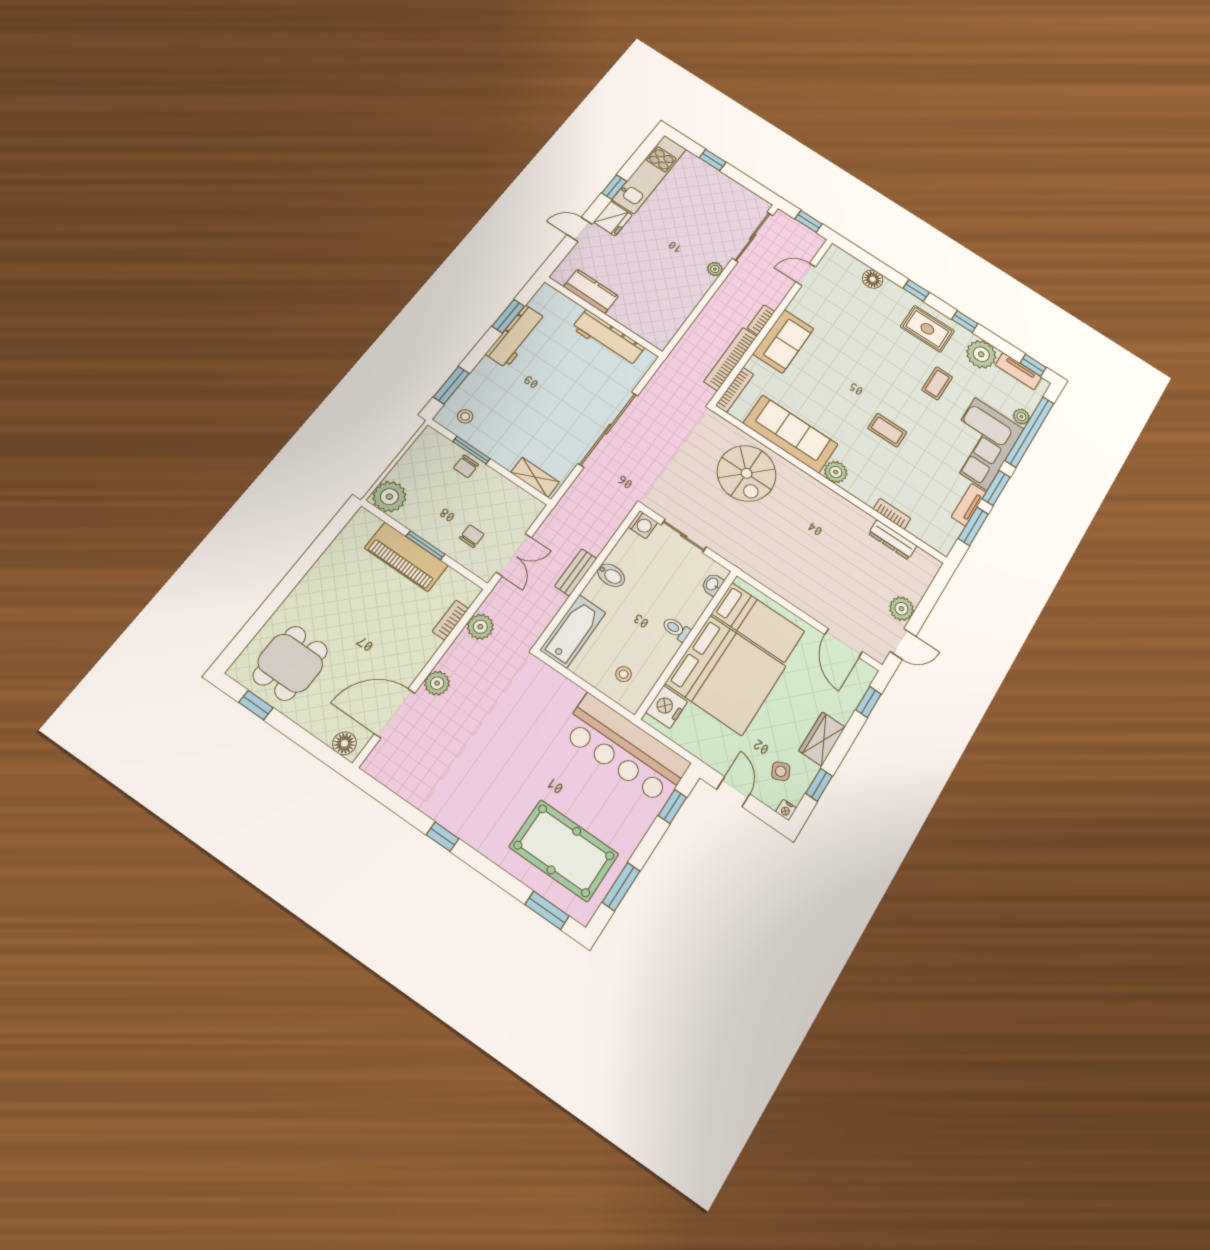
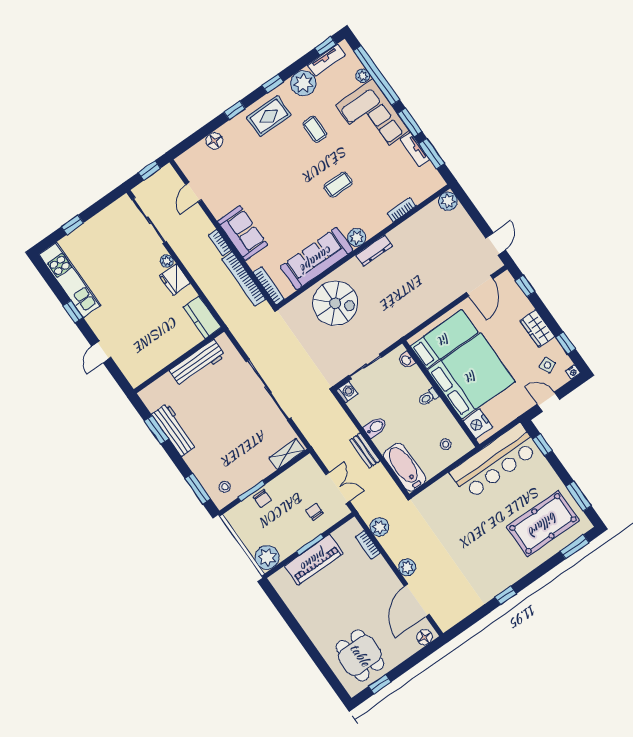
fridge: (613, 219) -> (175, 280), moved, turned 180
kitchen counter: (591, 291) -> (202, 317), moved, turned -90
dresser: (893, 540) -> (374, 251), moved
plant: (901, 609) -> (448, 201), moved
door: (844, 643) -> (480, 286), hinge flipped

